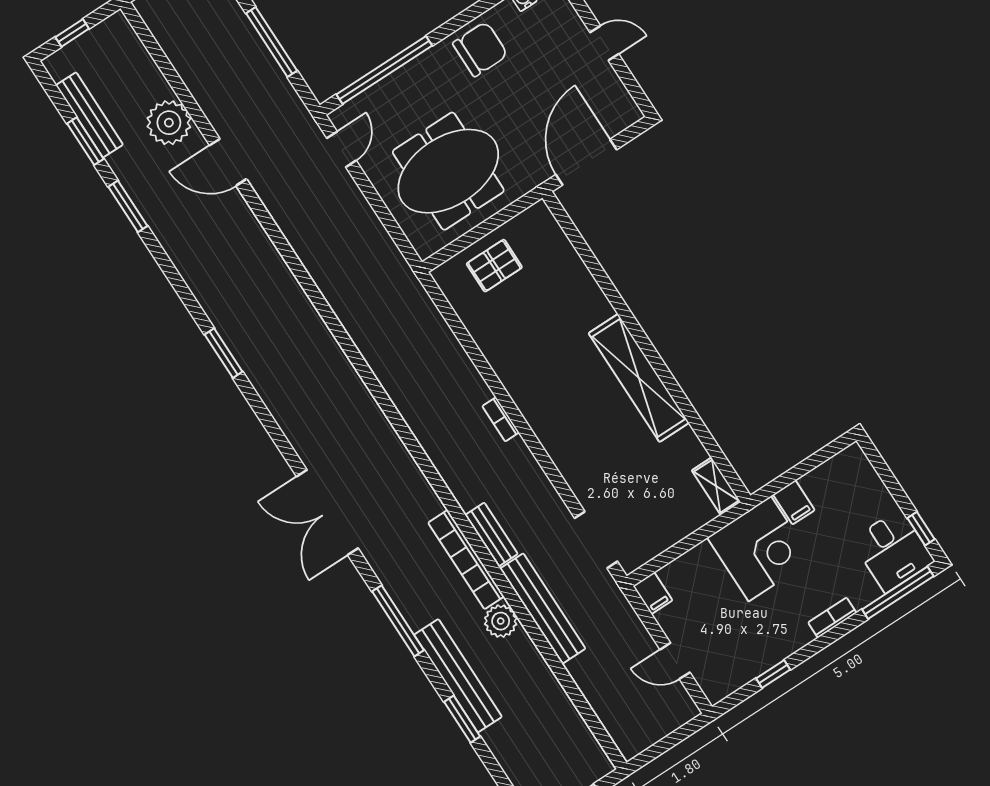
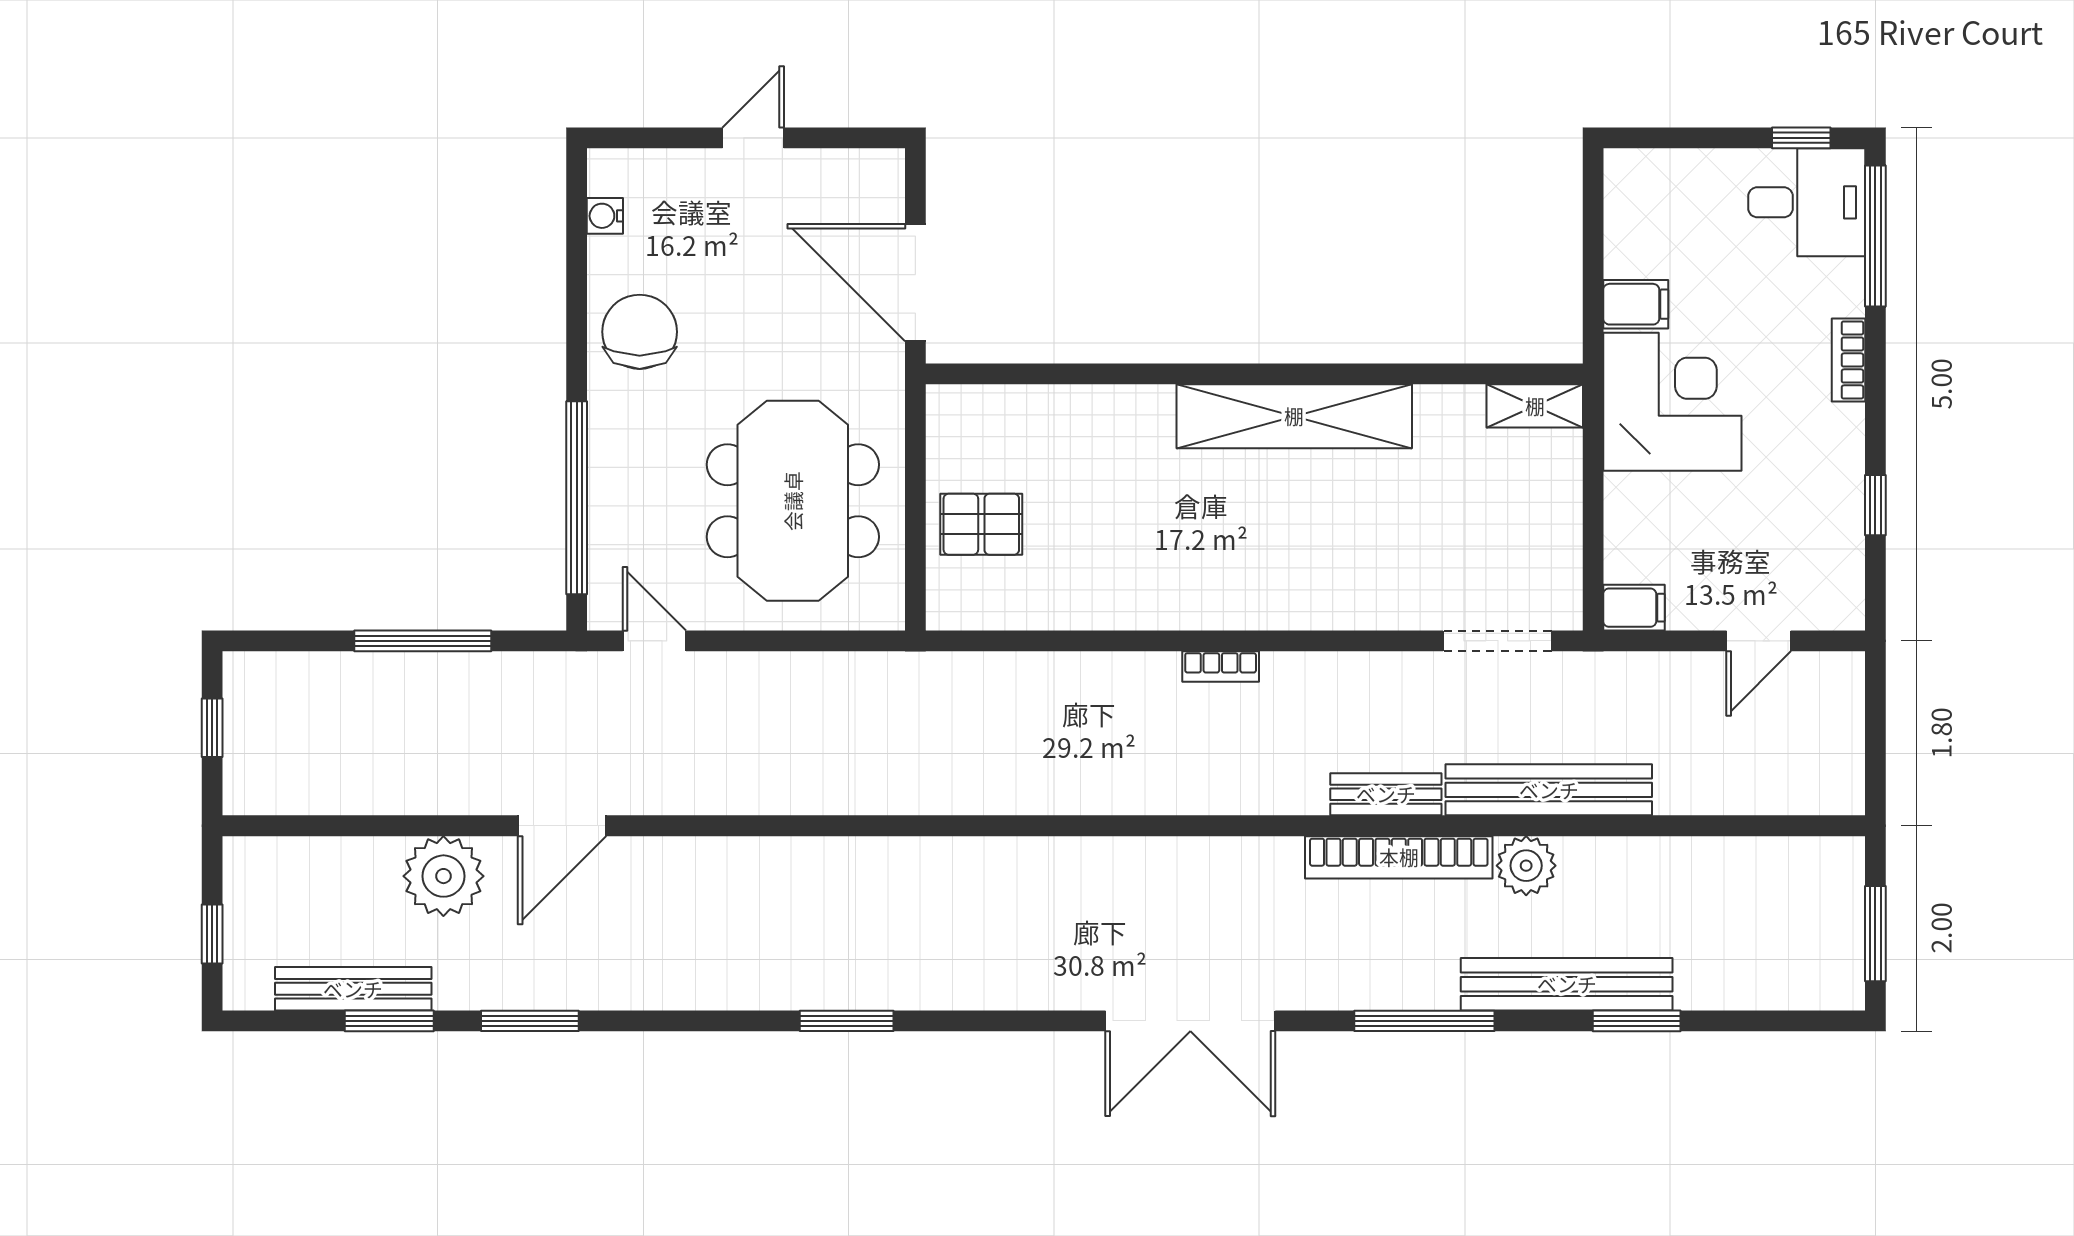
pallet: (494, 266) -> (981, 524), turned 90

